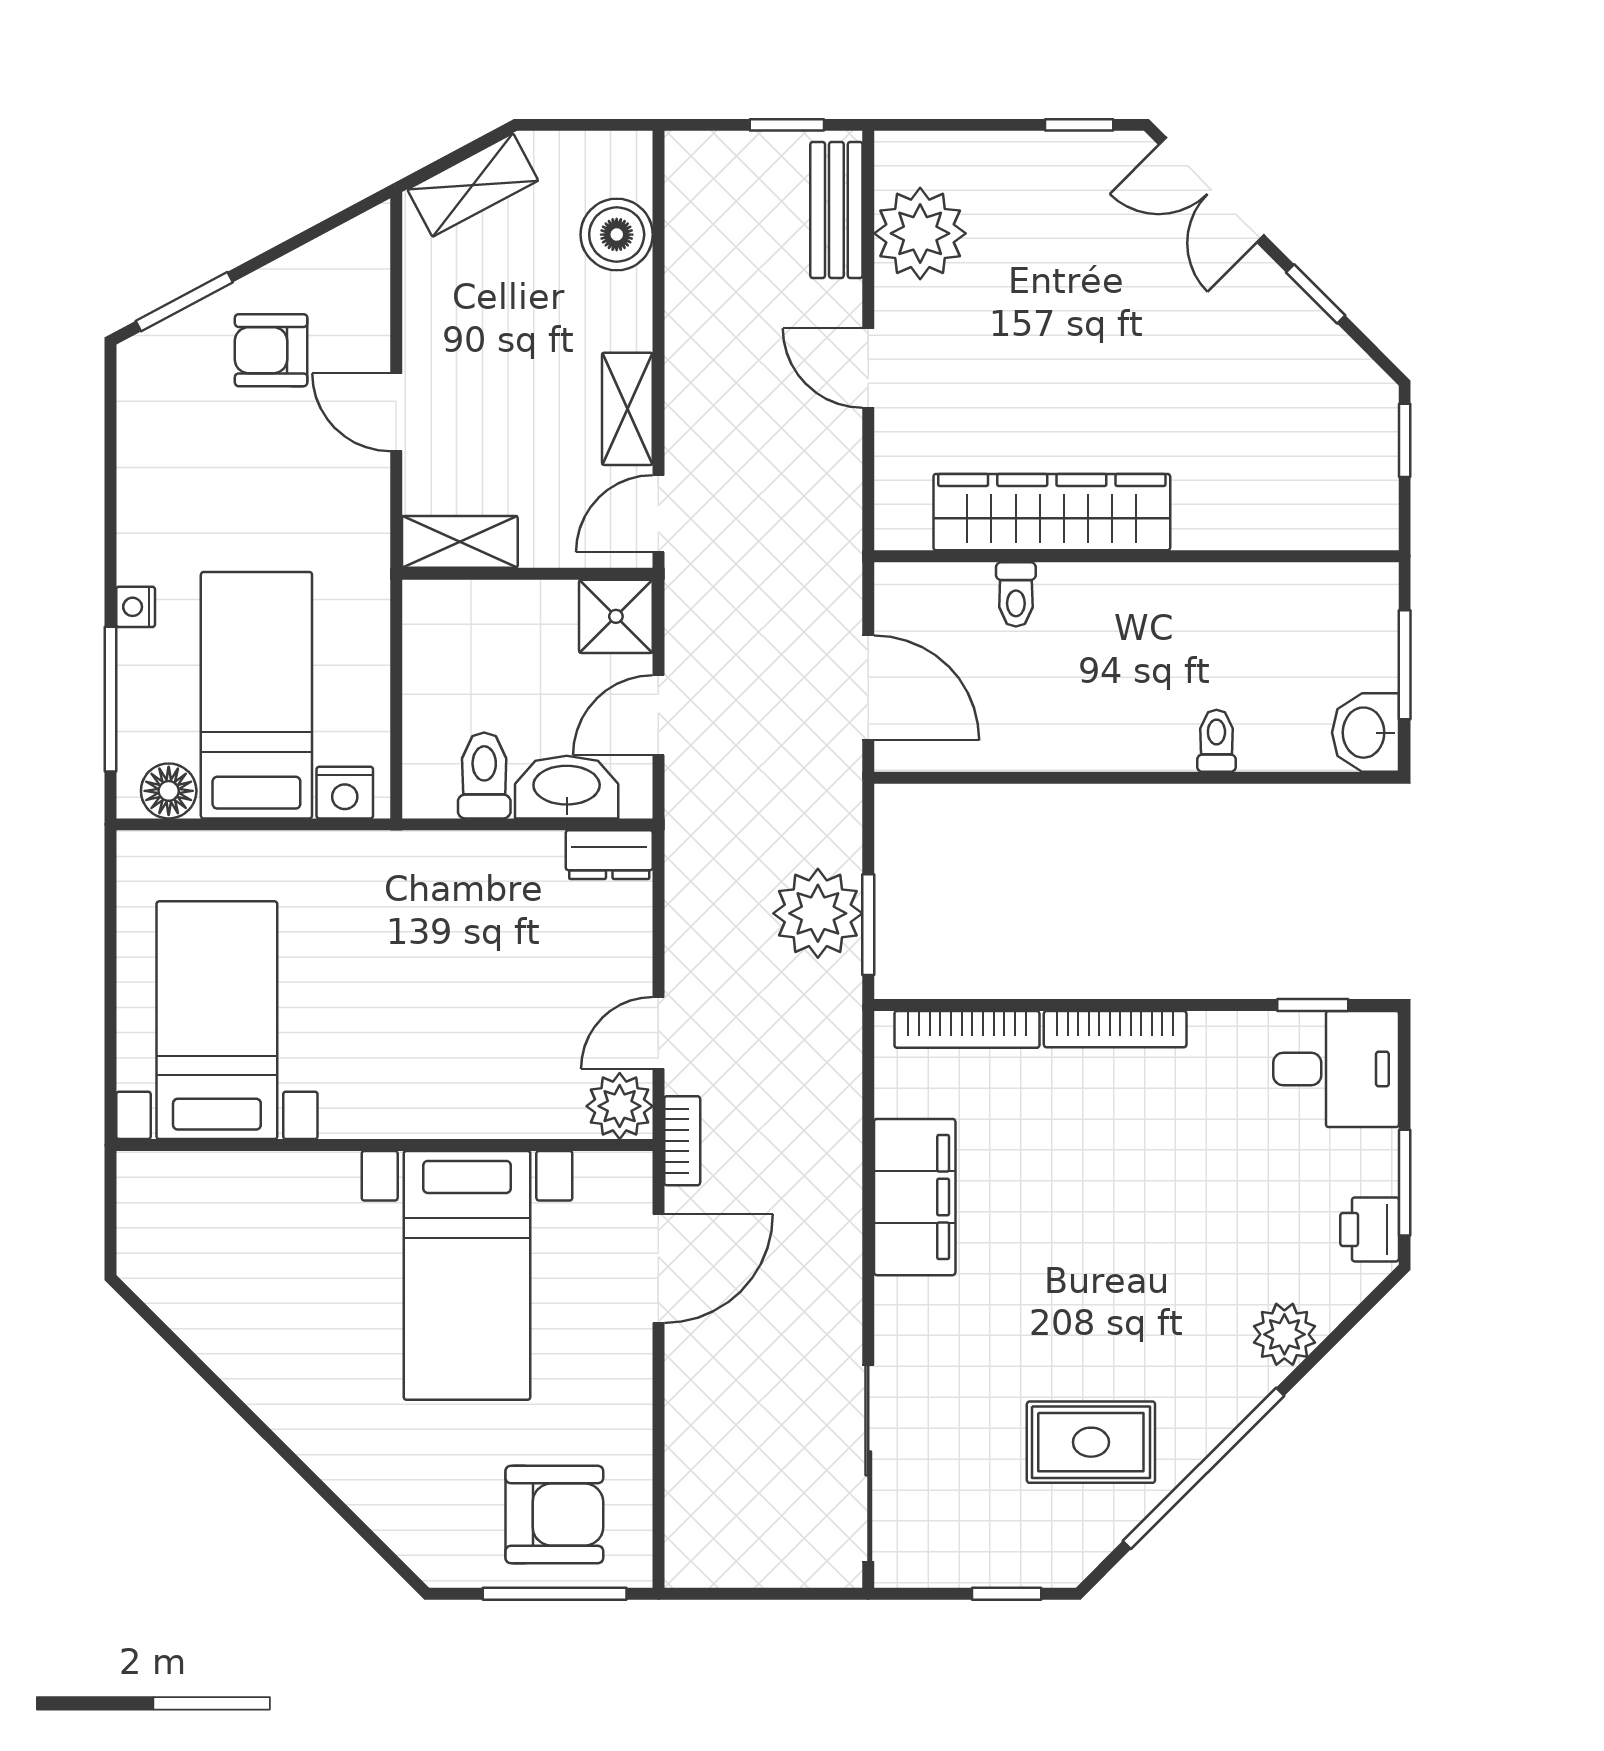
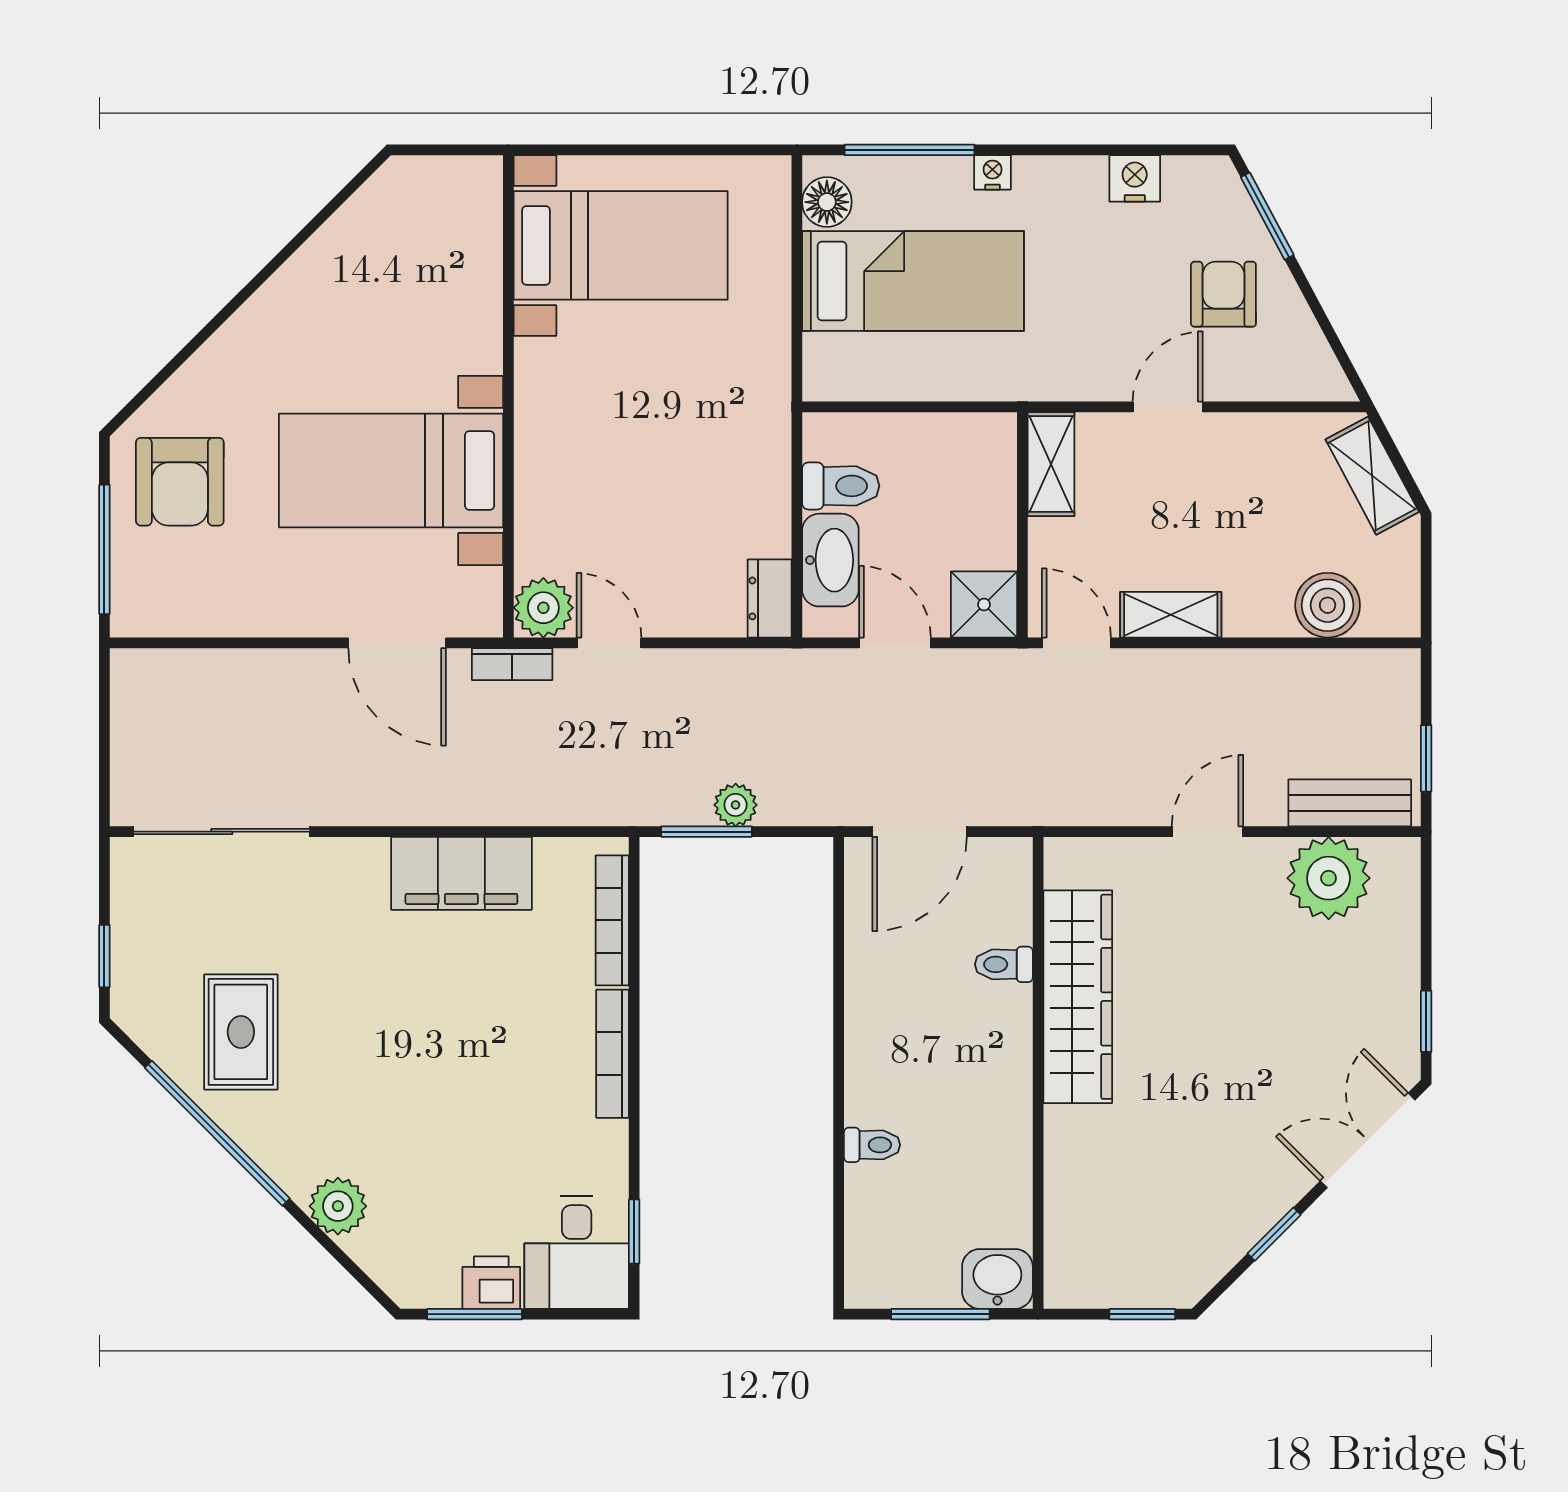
washbasin: (1365, 733) -> (997, 1279), moved
nightstand: (345, 793) -> (1135, 178), moved, turned 90
plant: (818, 913) -> (736, 805), width x0.53, depth x0.53
printer: (1370, 1229) -> (491, 1283), moved
armchair: (554, 1515) -> (180, 482), moved

